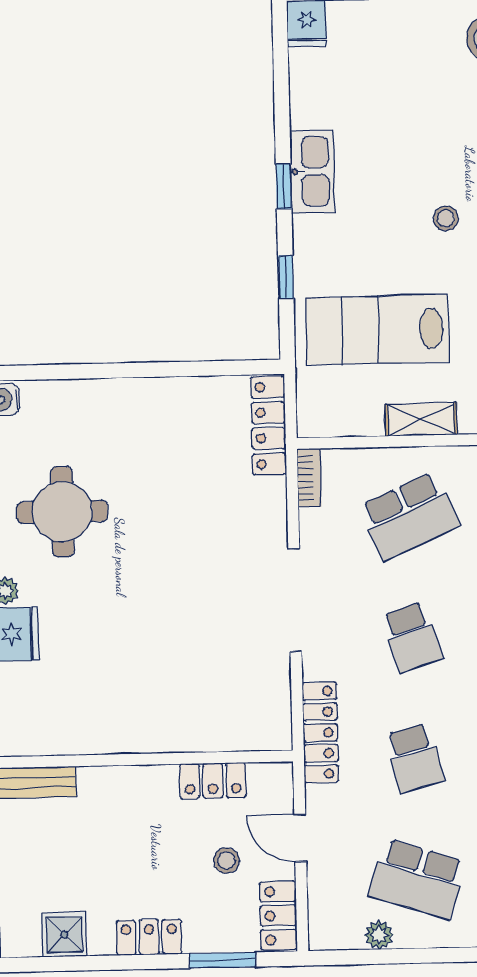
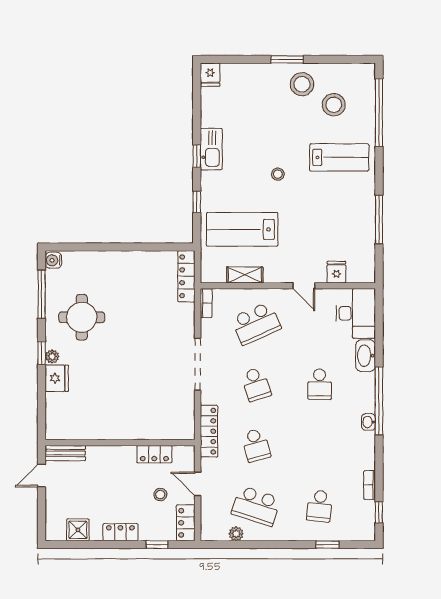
shelving: (421, 419) -> (245, 275), moved
window: (223, 960) -> (157, 545), width x0.67

